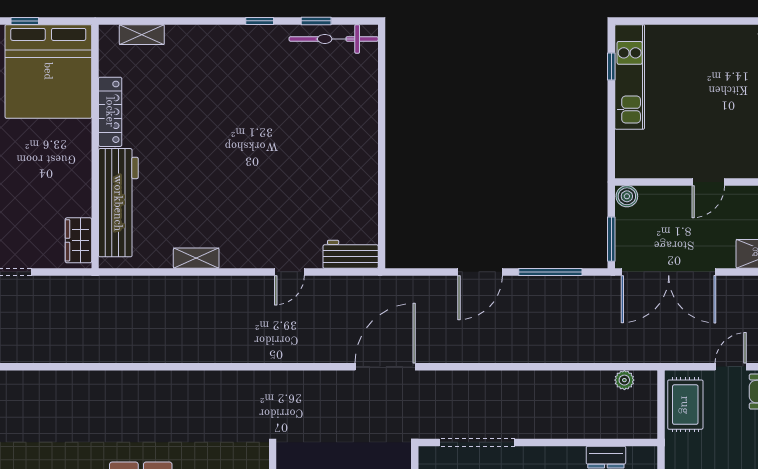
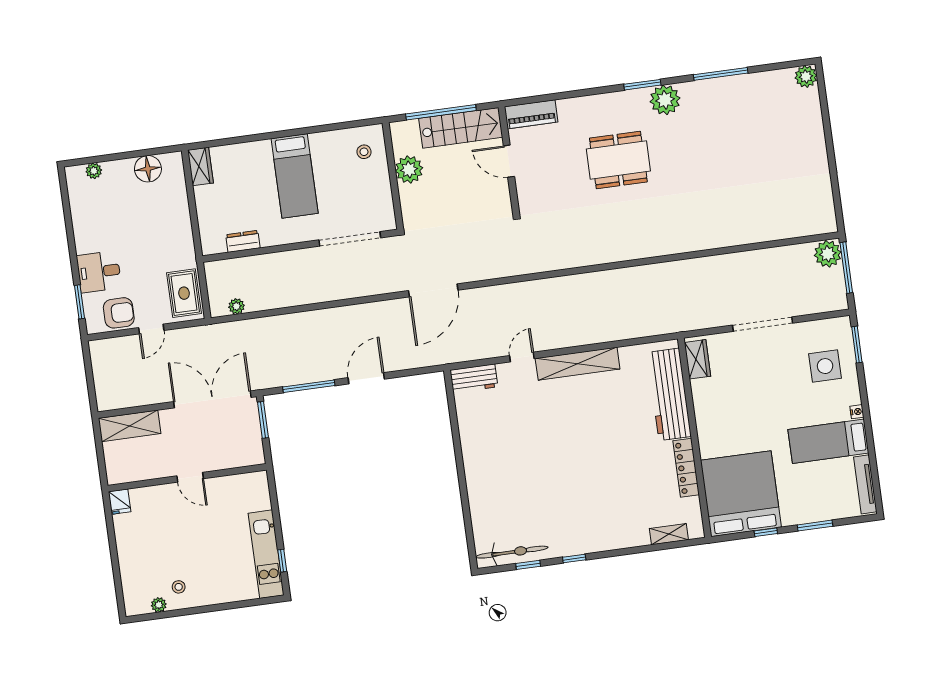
stool: (740, 52) -> (179, 587), added
door: (708, 182) -> (190, 477), swing flipped
boiler: (627, 196) -> (255, 457), removed
shelving: (196, 258) -> (578, 364), width x2.20, depth x1.33

